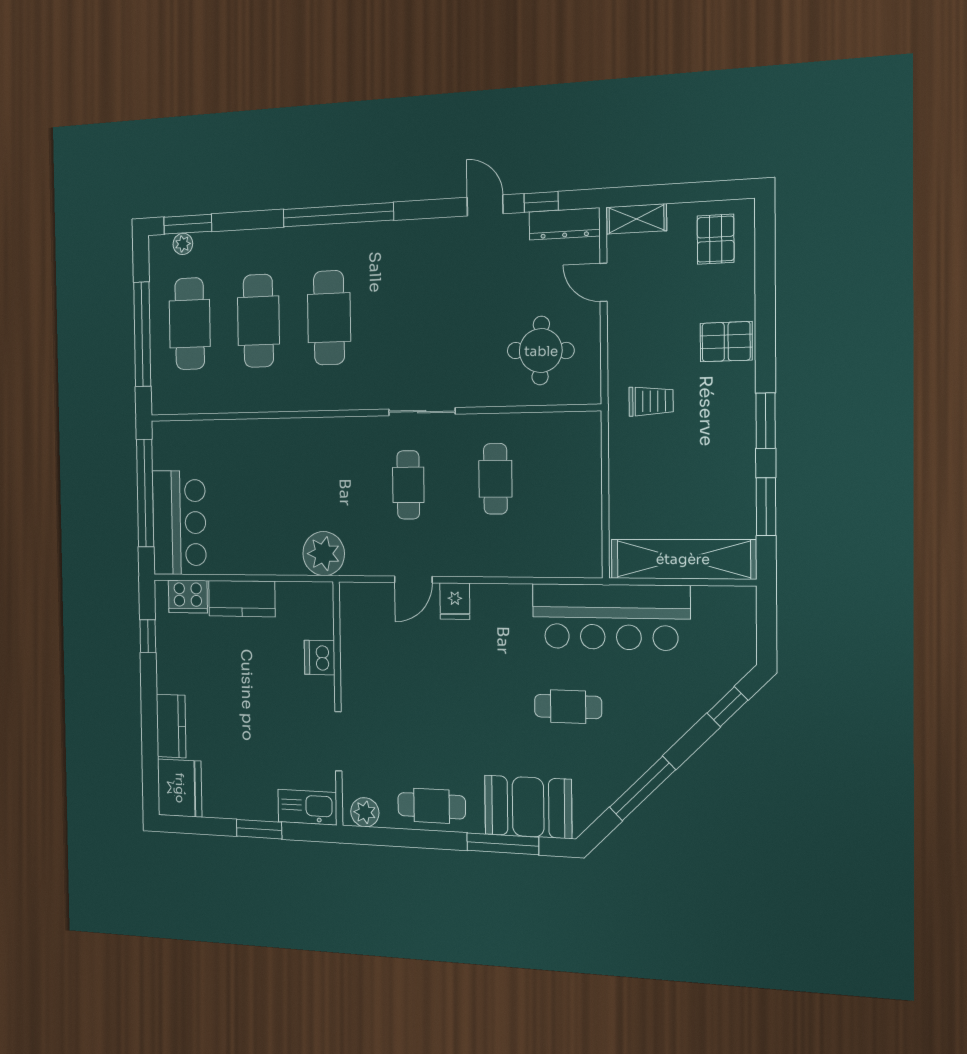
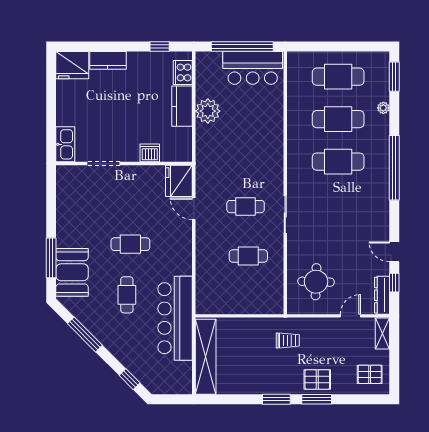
door: (485, 205) -> (394, 252), swing flipped
plant: (183, 244) -> (383, 108), moved
window: (142, 334) -> (333, 47), removed
pallet: (726, 342) -> (317, 379), turned 90
trolley: (651, 401) -> (288, 340), turned -90
window: (766, 507) -> (317, 399), moved
bar counter: (179, 523) -> (253, 68), moved
plant: (324, 554) -> (208, 111), moved
fridge: (455, 601) -> (179, 181), moved, width x1.88, depth x1.34
cafe table: (432, 806) -> (130, 244), moved, turned 90
plant: (365, 812) -> (64, 179), removed
window: (259, 829) -> (51, 115), removed

